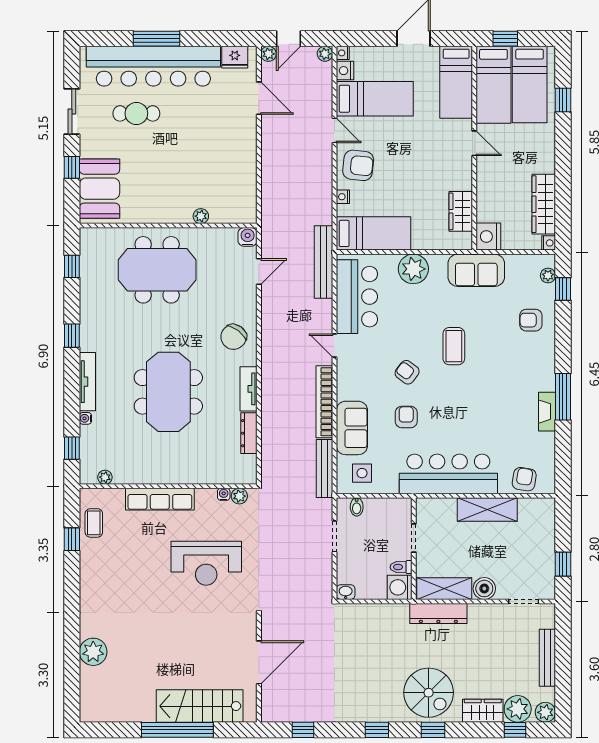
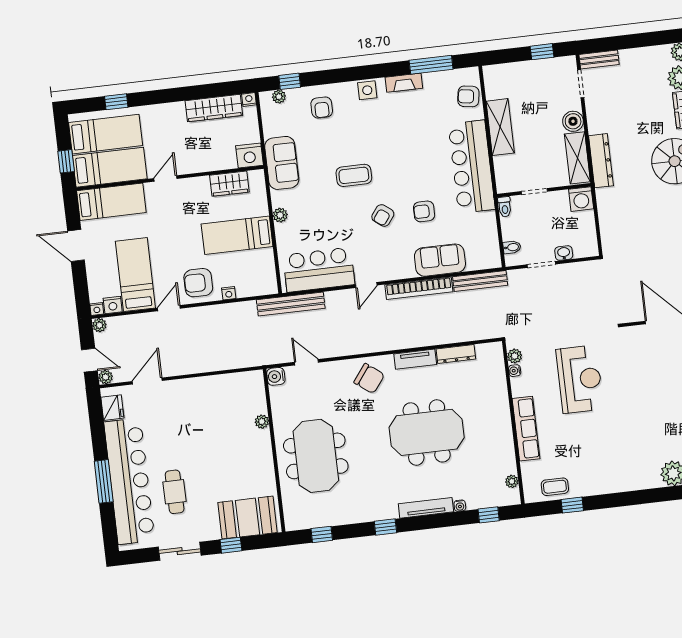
armchair: (358, 165) -> (198, 283), turned -96
bed: (373, 233) -> (237, 235), moved, turned -90
plant: (413, 269) -> (280, 215), width x0.53, depth x0.53
window: (563, 397) -> (431, 65), moved
side table: (362, 473) -> (367, 90), moved
toilet: (401, 567) -> (505, 207), moved
washbasin: (346, 592) -> (564, 253), moved, turned 90
bench: (547, 658) -> (599, 59), moved, width x0.73

